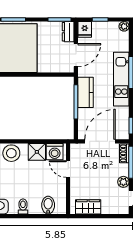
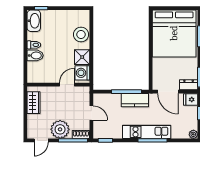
door: (100, 141) -> (91, 113), width x0.53
plant: (123, 182) -> (60, 129), width x1.87, depth x1.87
bidet: (48, 205) -> (35, 55), moved

